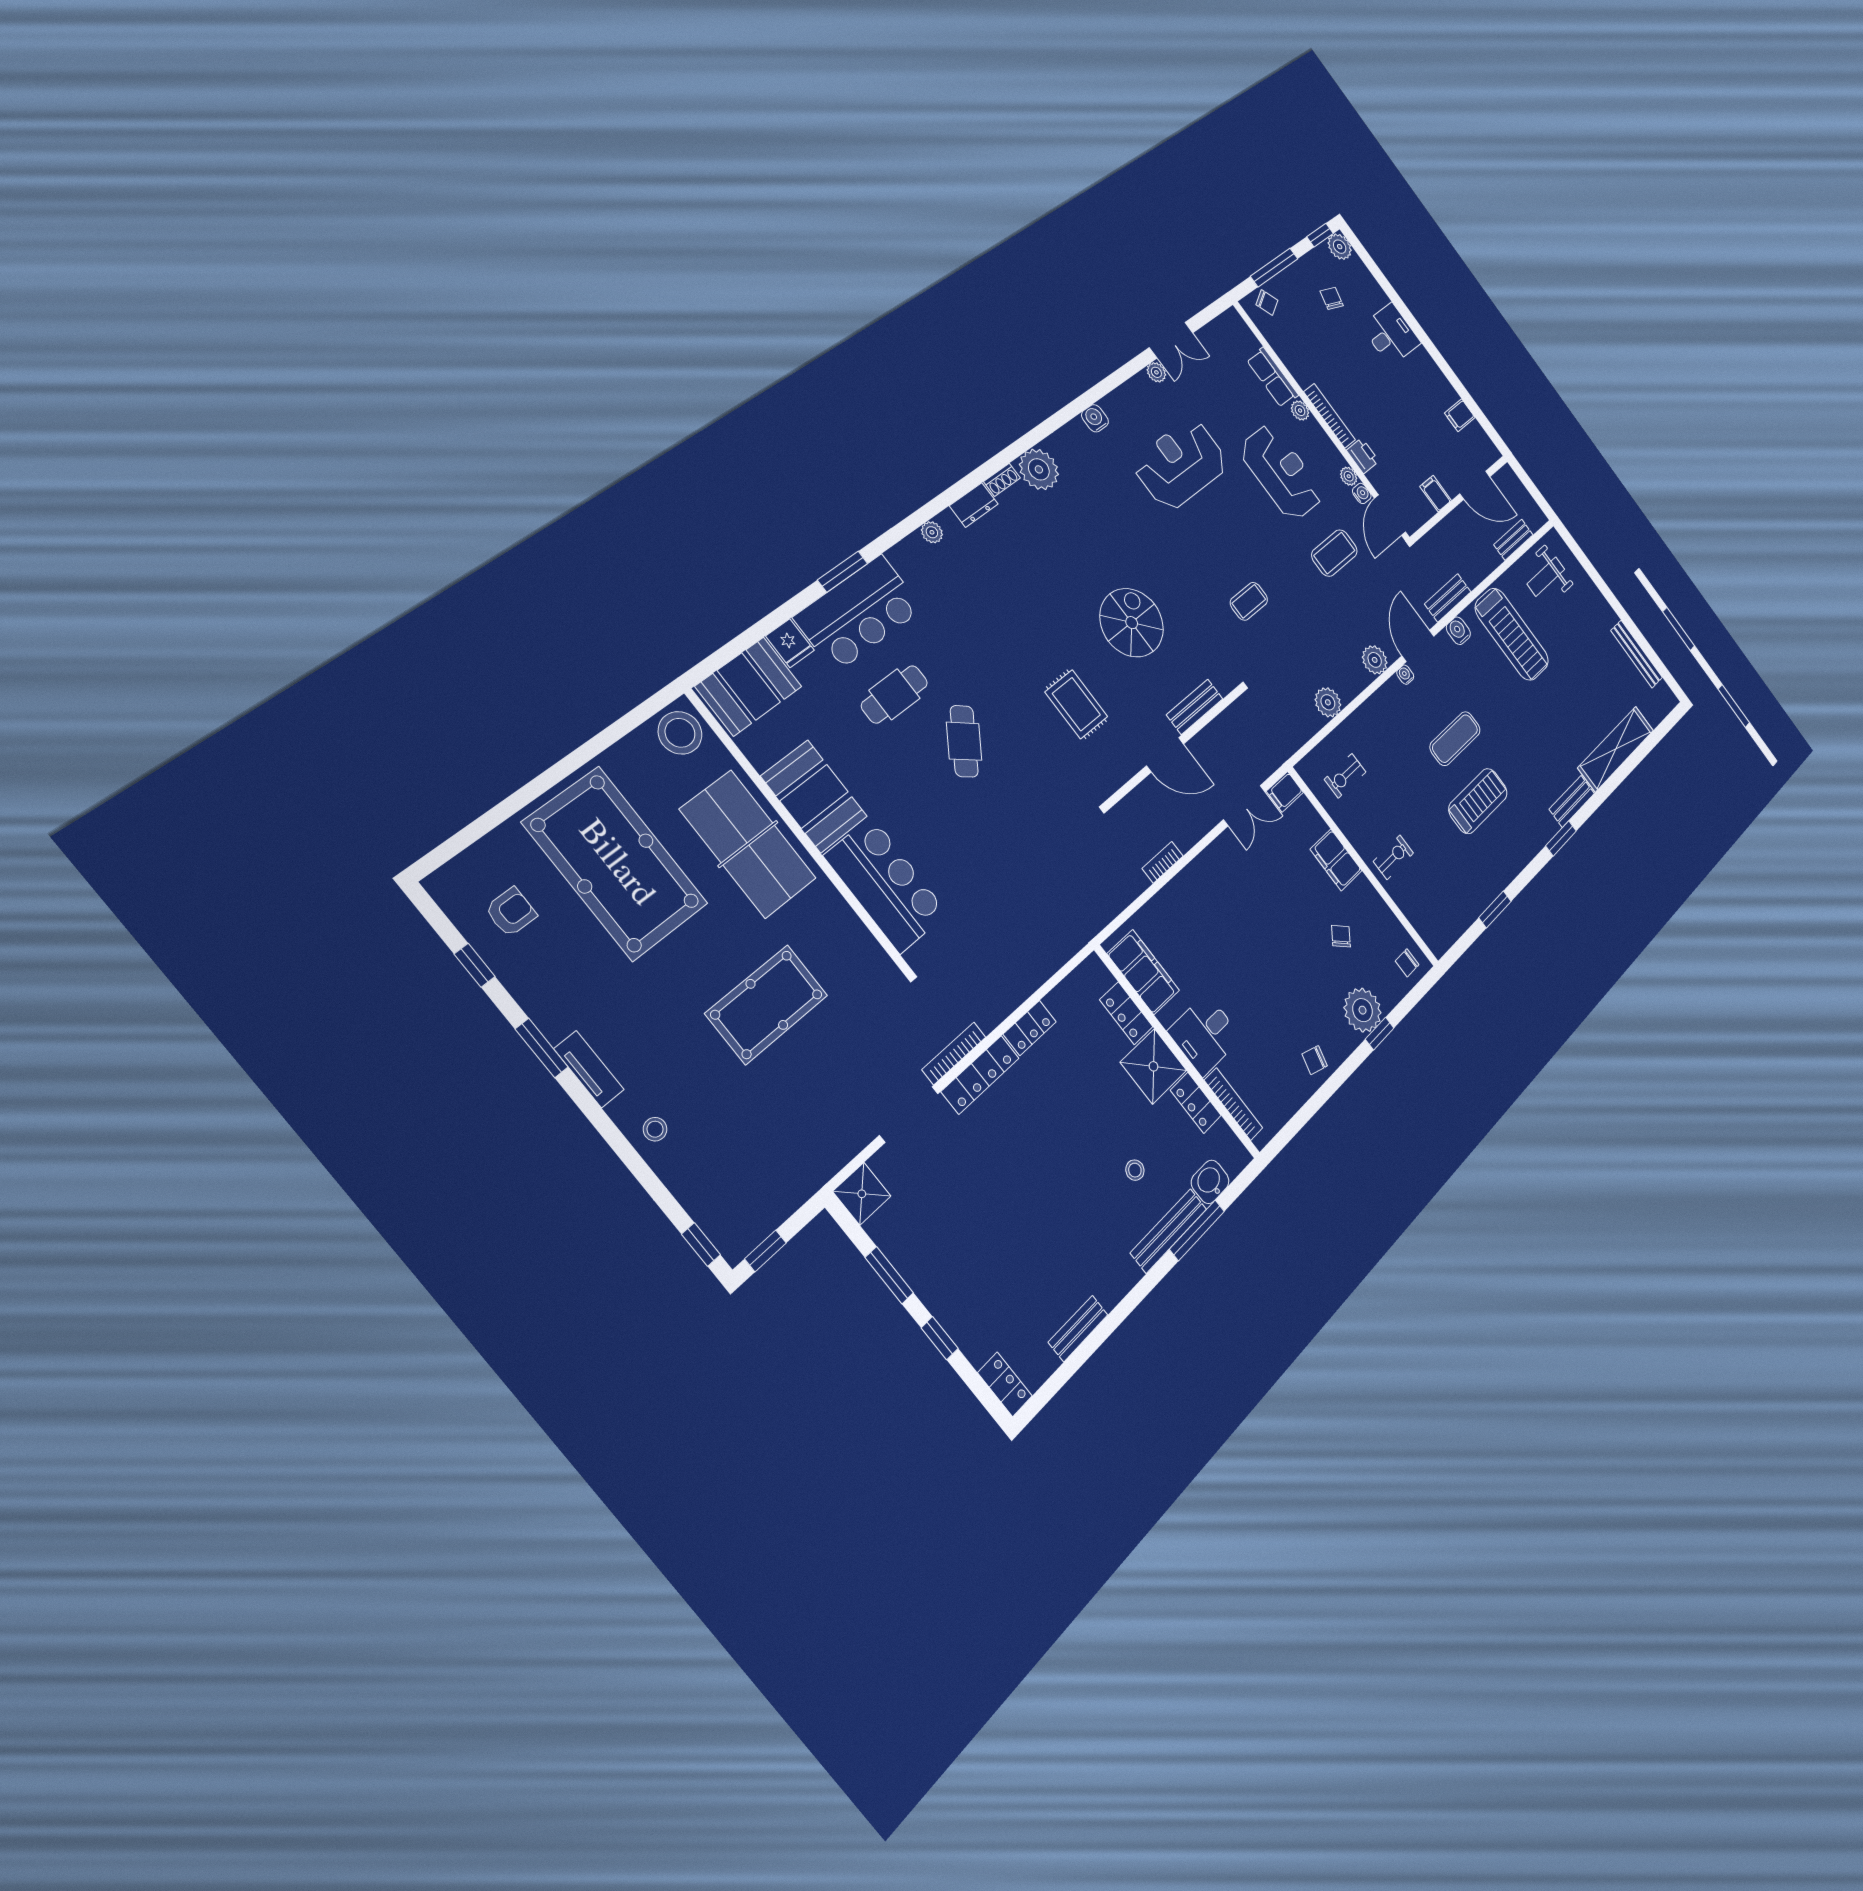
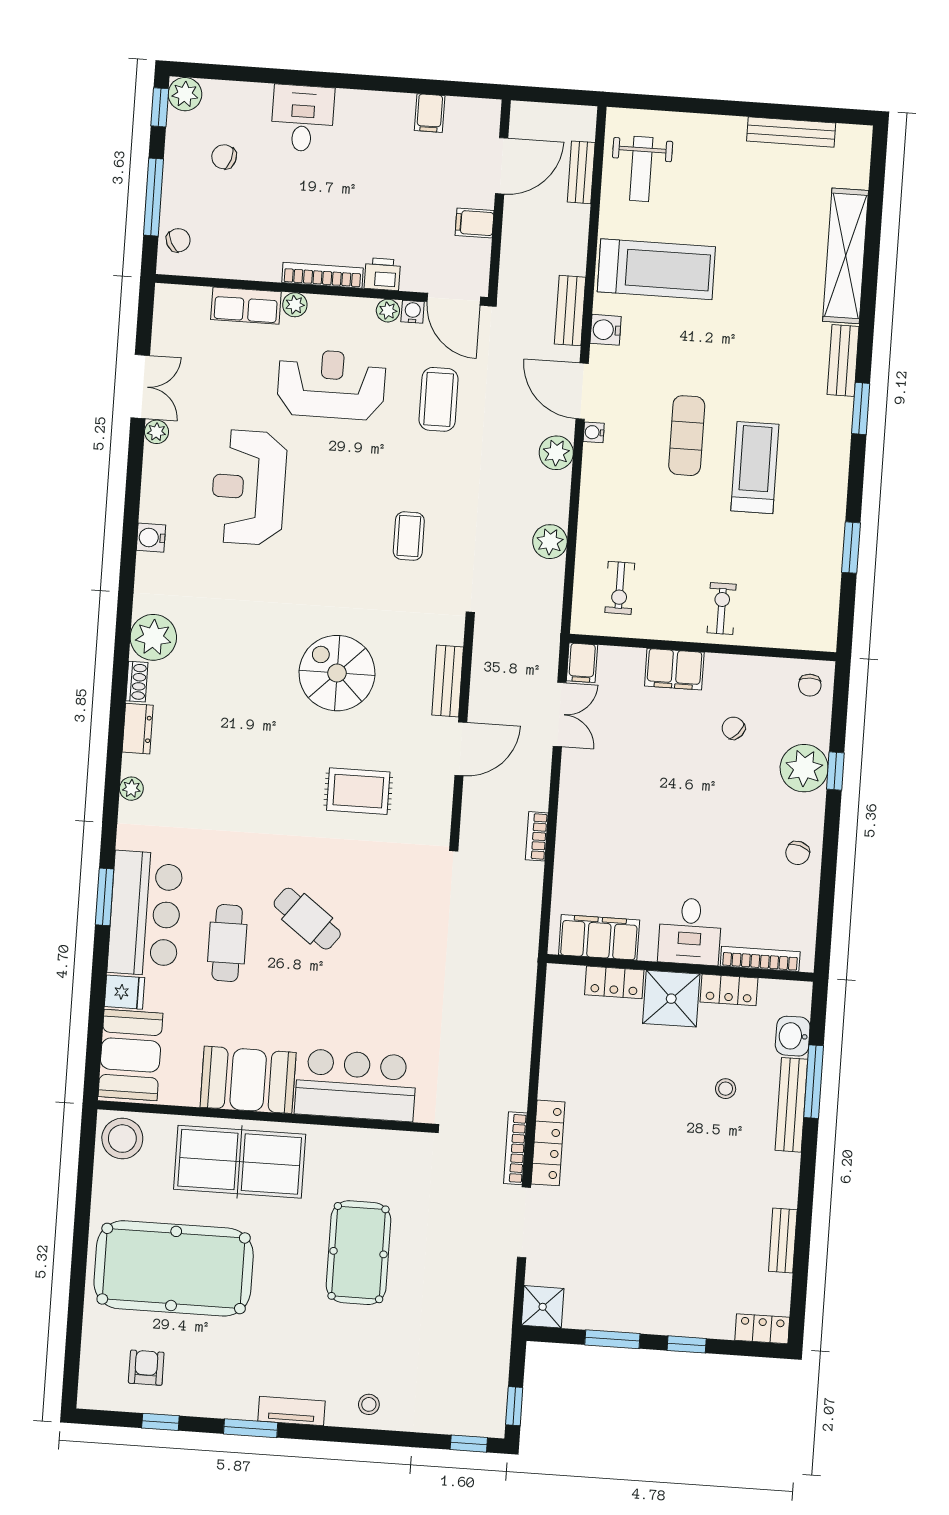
locker: (1030, 1028) -> (552, 1072), removed

